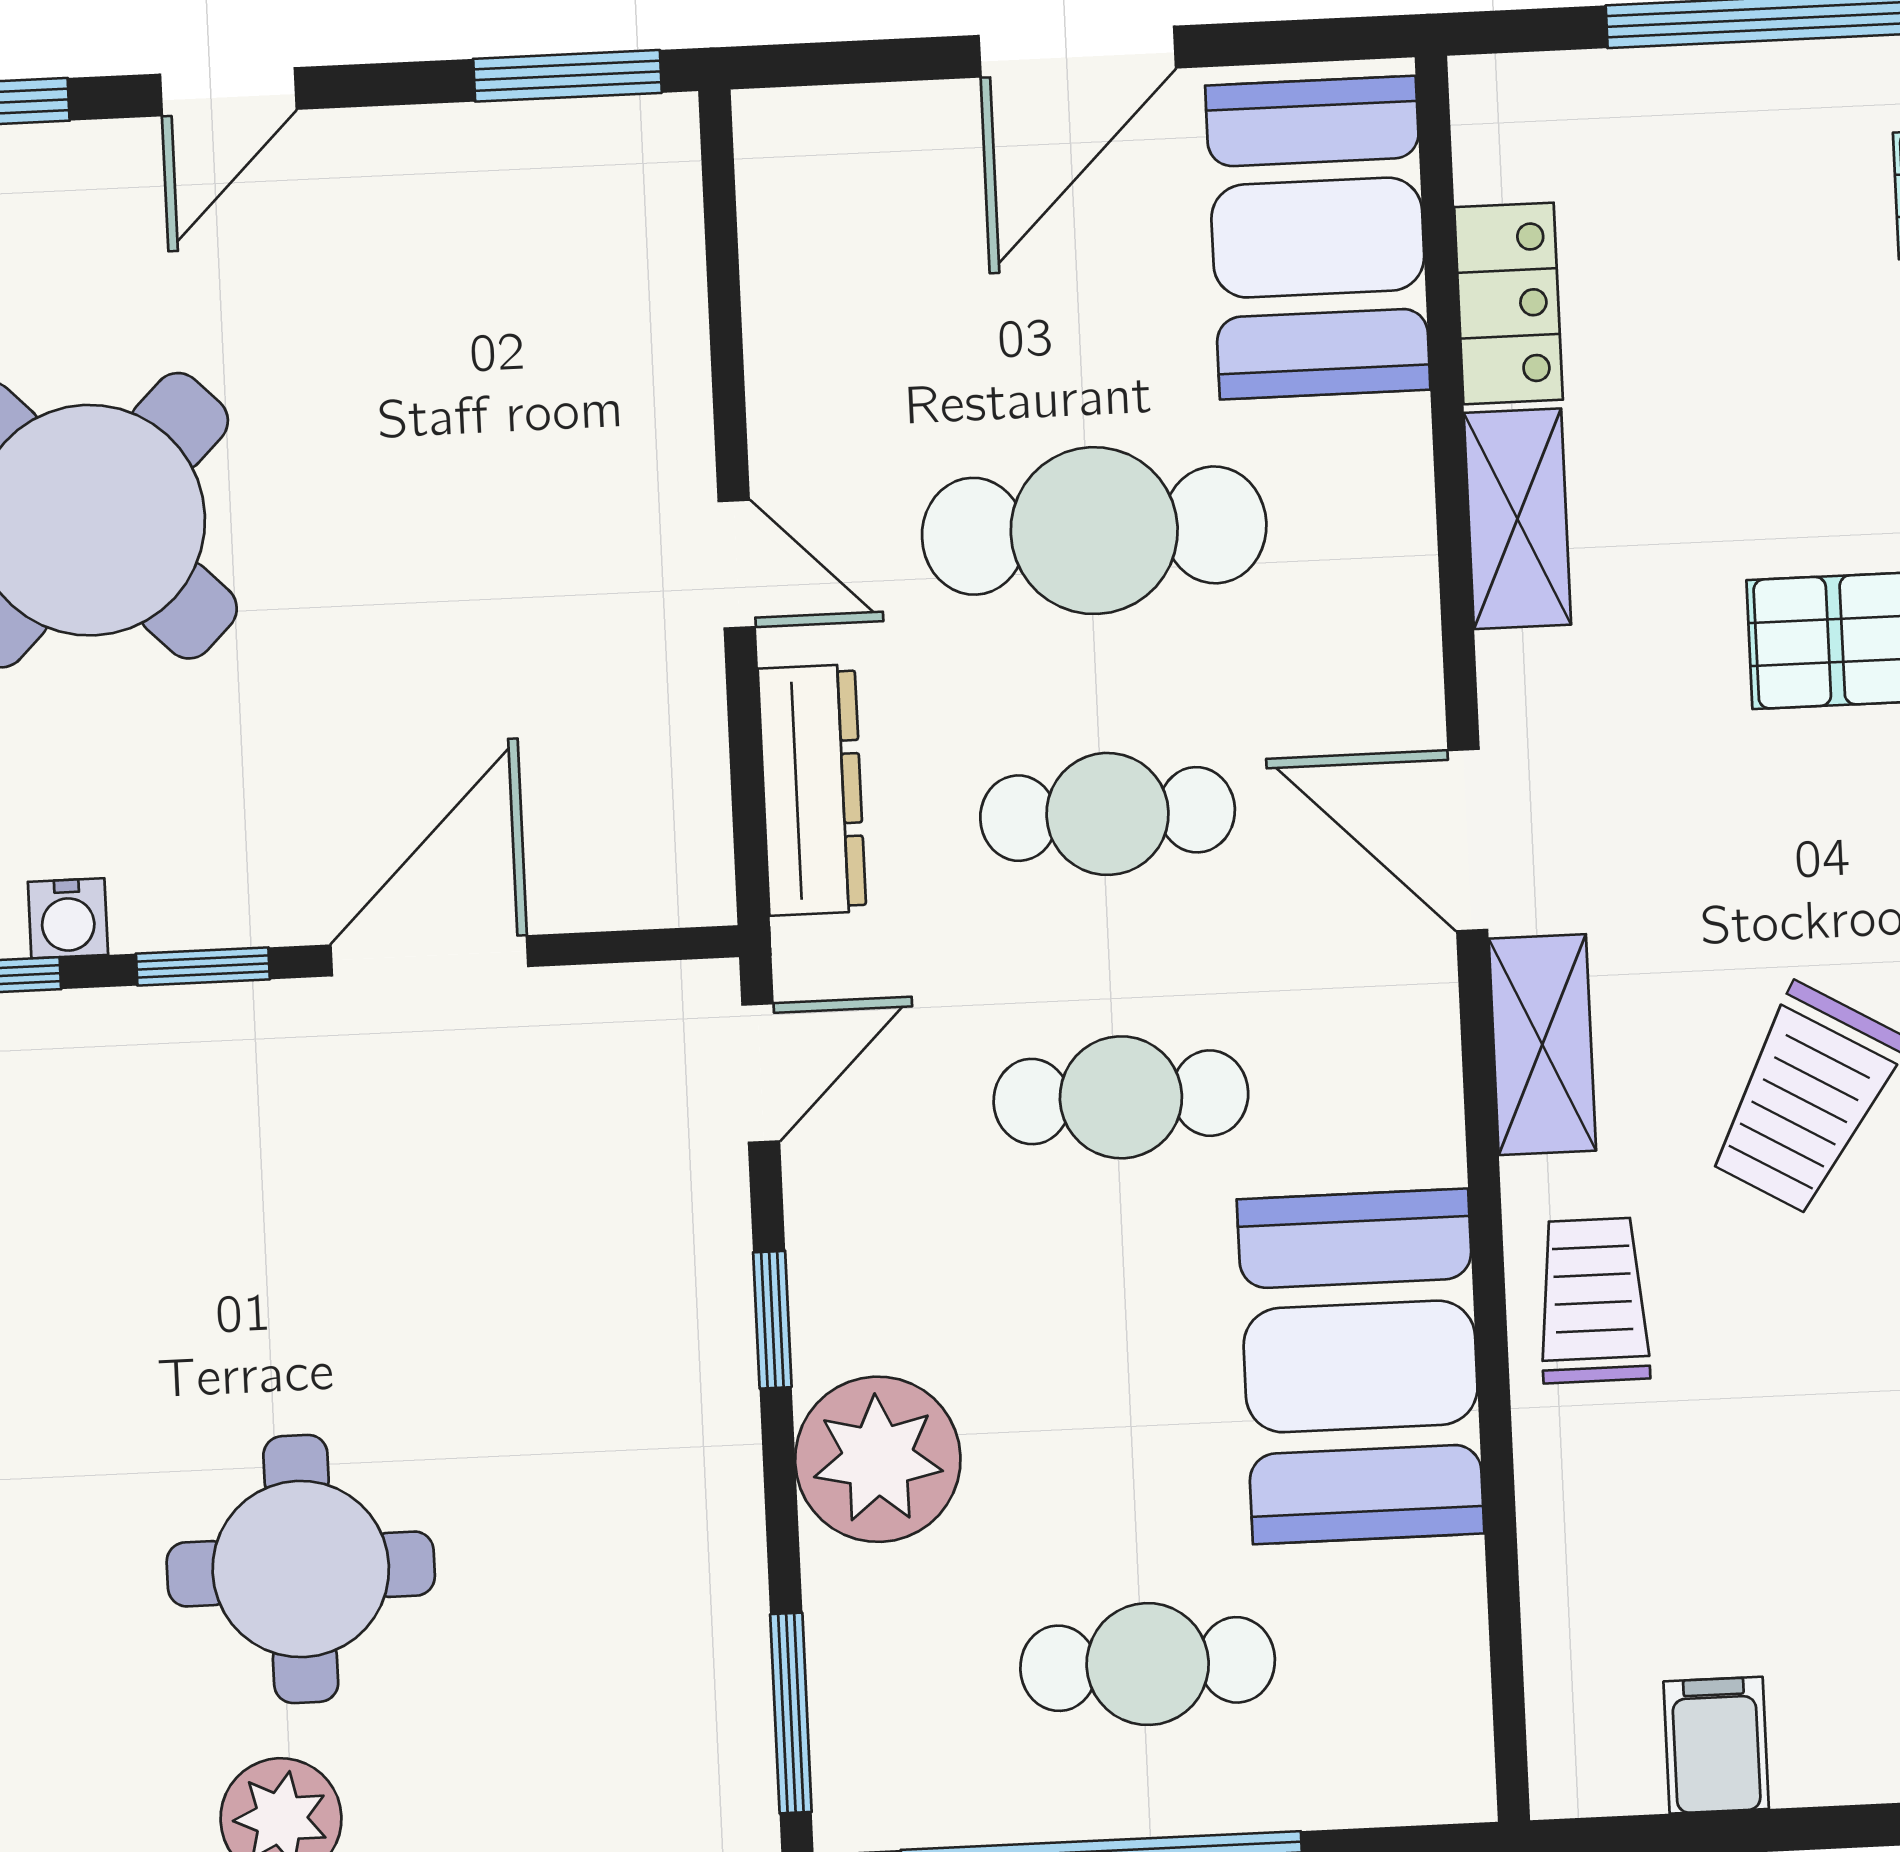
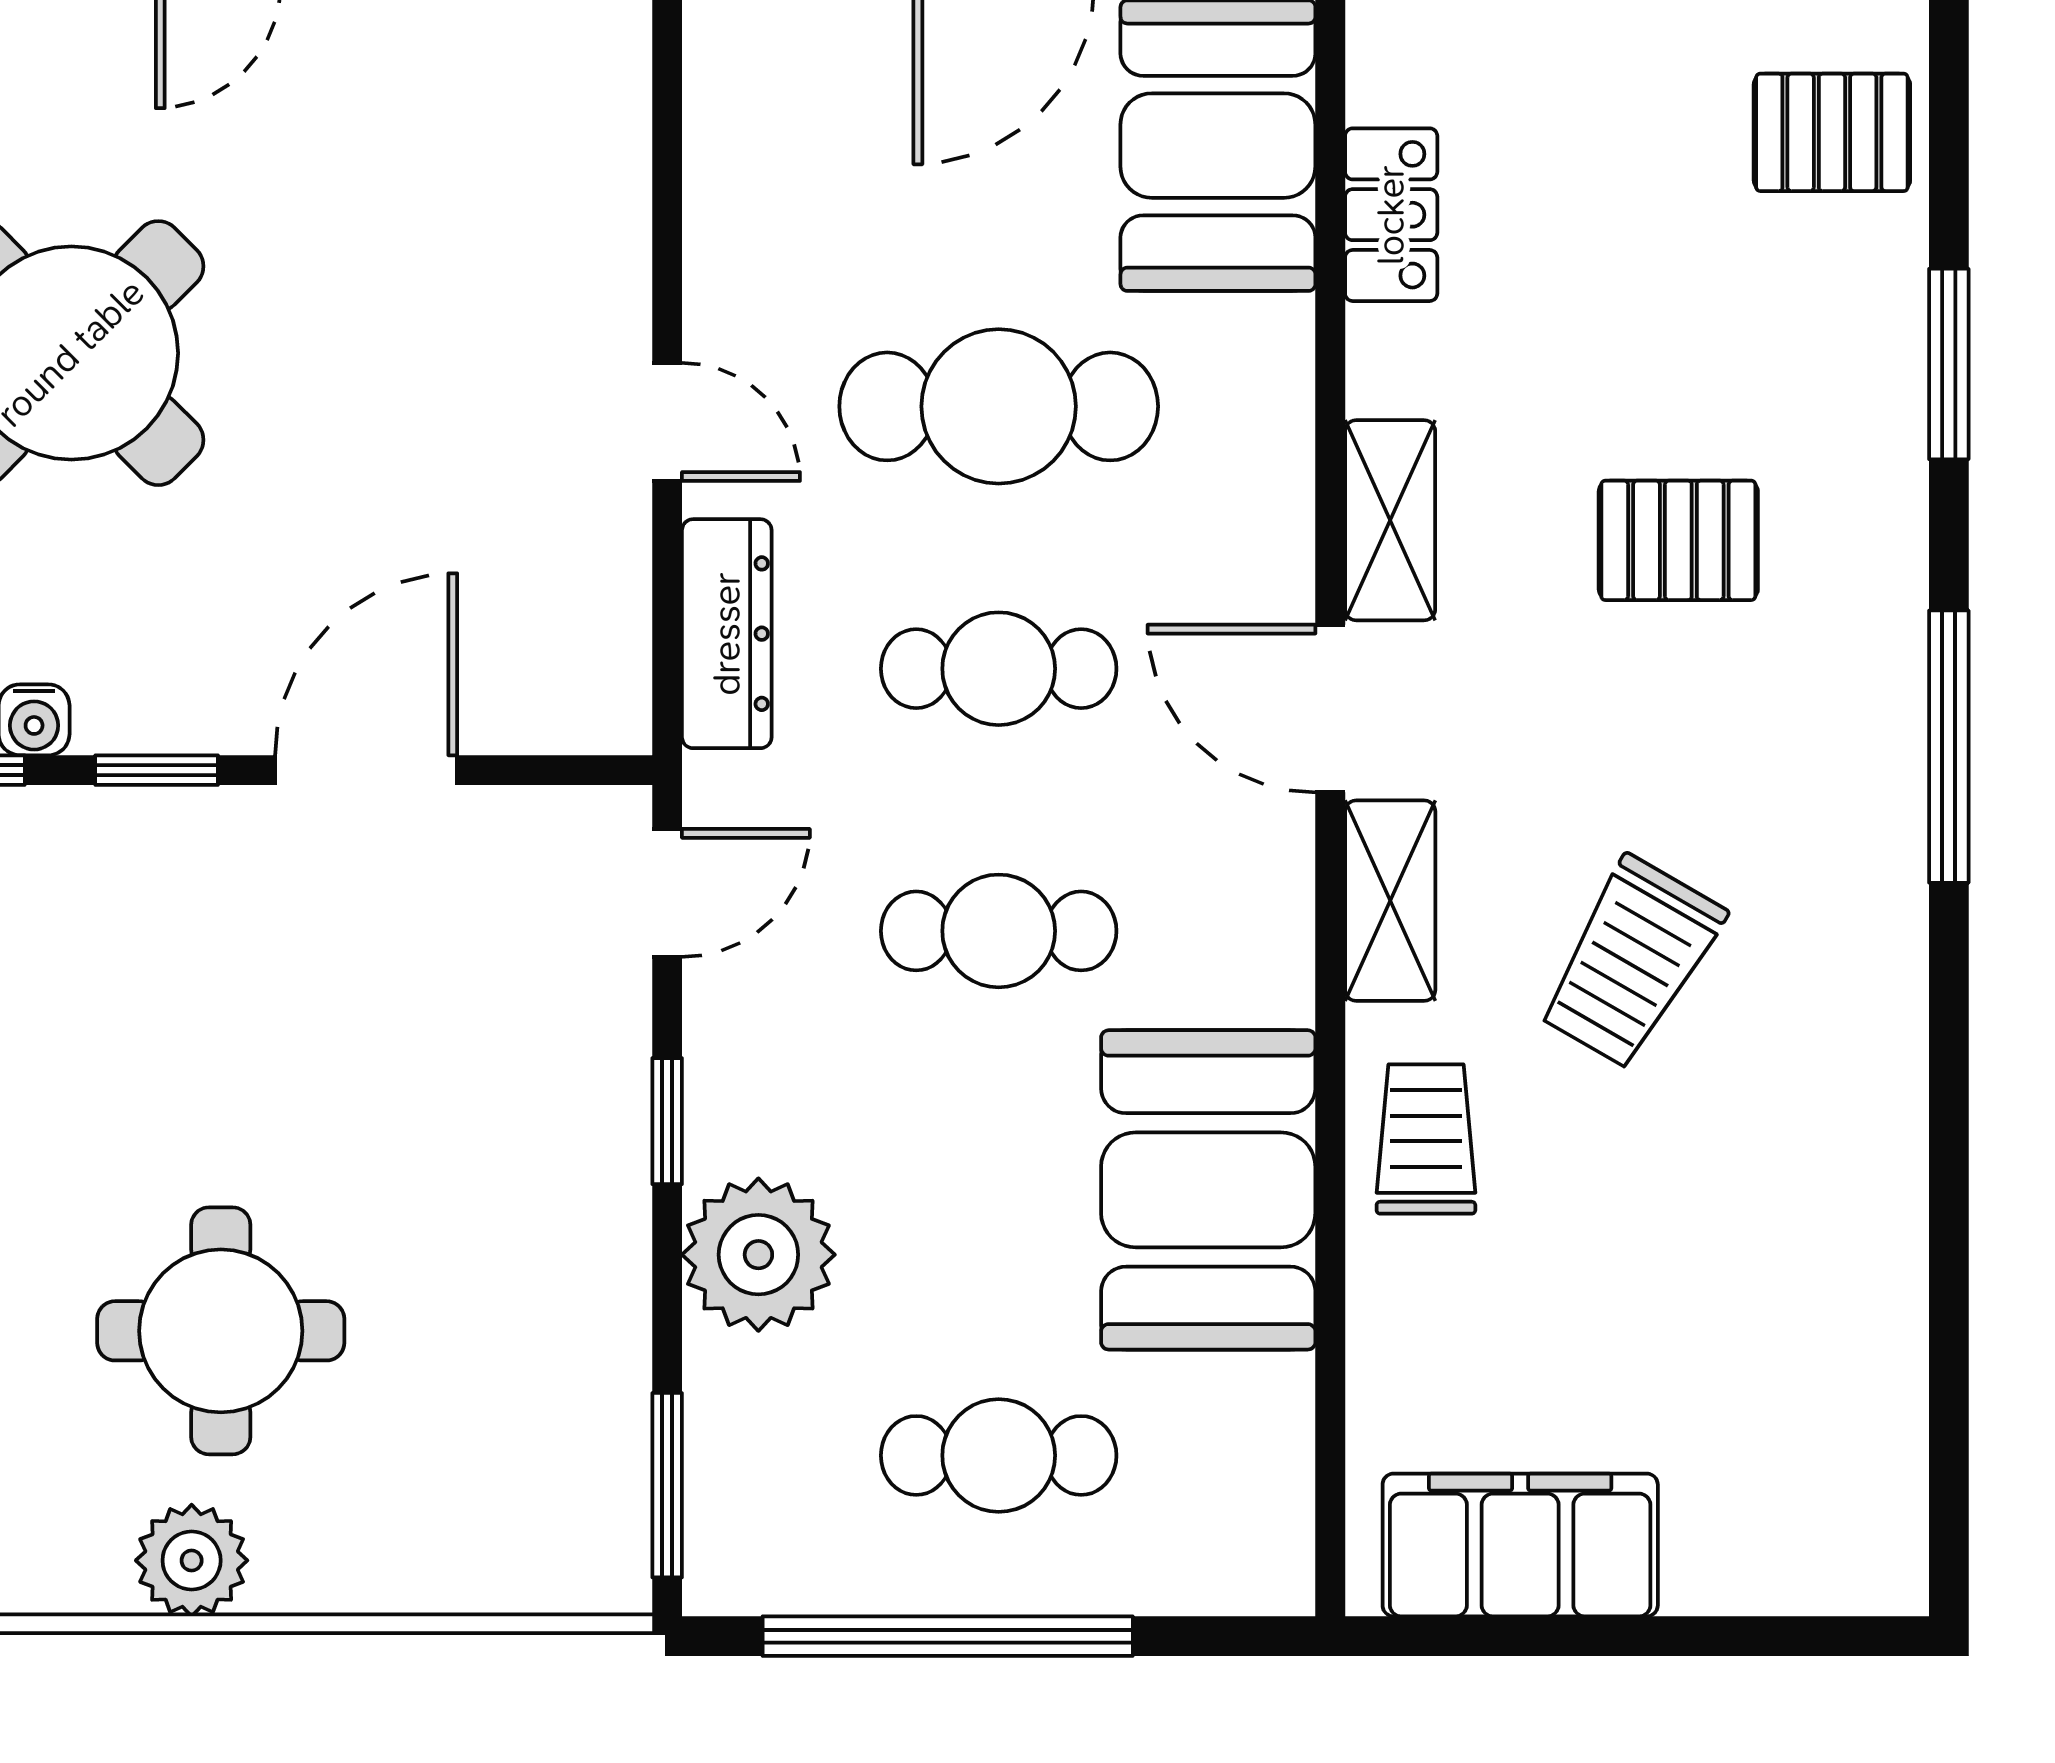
shelving: (1517, 519) -> (1390, 520), moved
filing cabinet: (1716, 1745) -> (1520, 1545), width x3.00, depth x1.17

